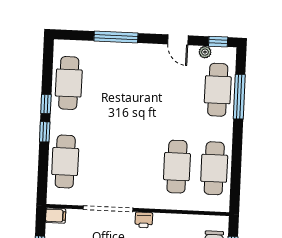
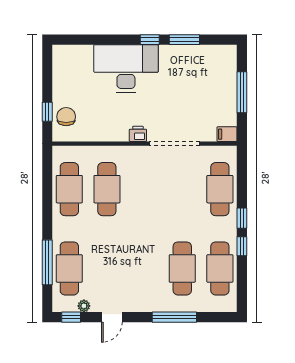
door: (178, 40) -> (112, 317), swing flipped
cafe table: (106, 85) -> (182, 268), added

